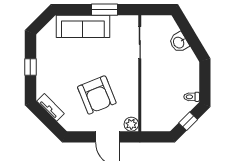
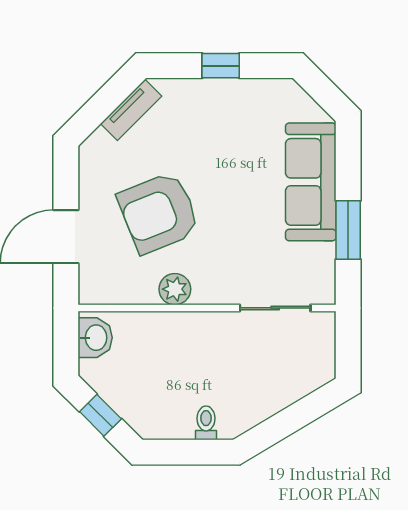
washbasin: (179, 42) -> (95, 338), moved, turned 121
toilet: (192, 97) -> (206, 423), moved
plant: (131, 124) -> (175, 289), moved

